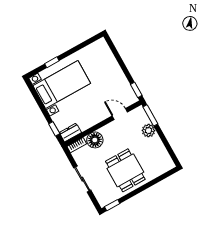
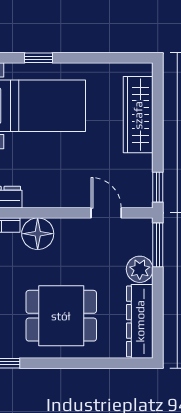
wardrobe: (110, 63) -> (138, 115), added
dresser: (161, 154) -> (140, 321), added
dining table: (125, 170) -> (61, 316), turned 90

